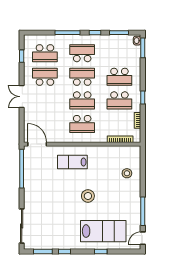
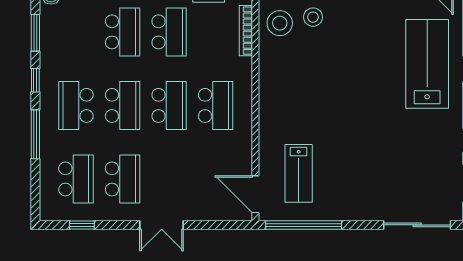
school desk: (45, 77) -> (123, 179), turned 180
school desk: (82, 77) -> (123, 105), turned 180
door: (37, 144) -> (255, 194), hinge flipped
lab bench: (72, 162) -> (299, 173), moved
stool: (88, 196) -> (280, 23), moved

